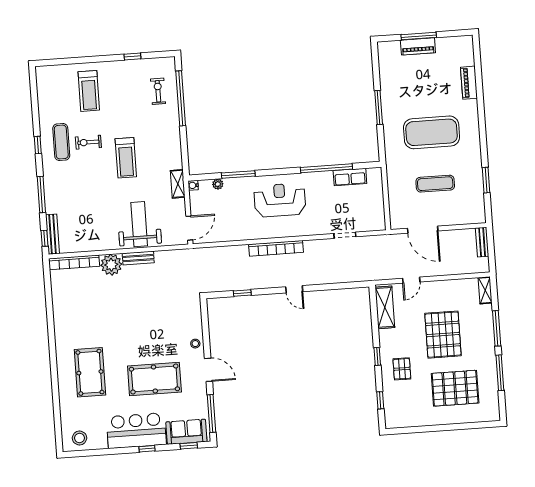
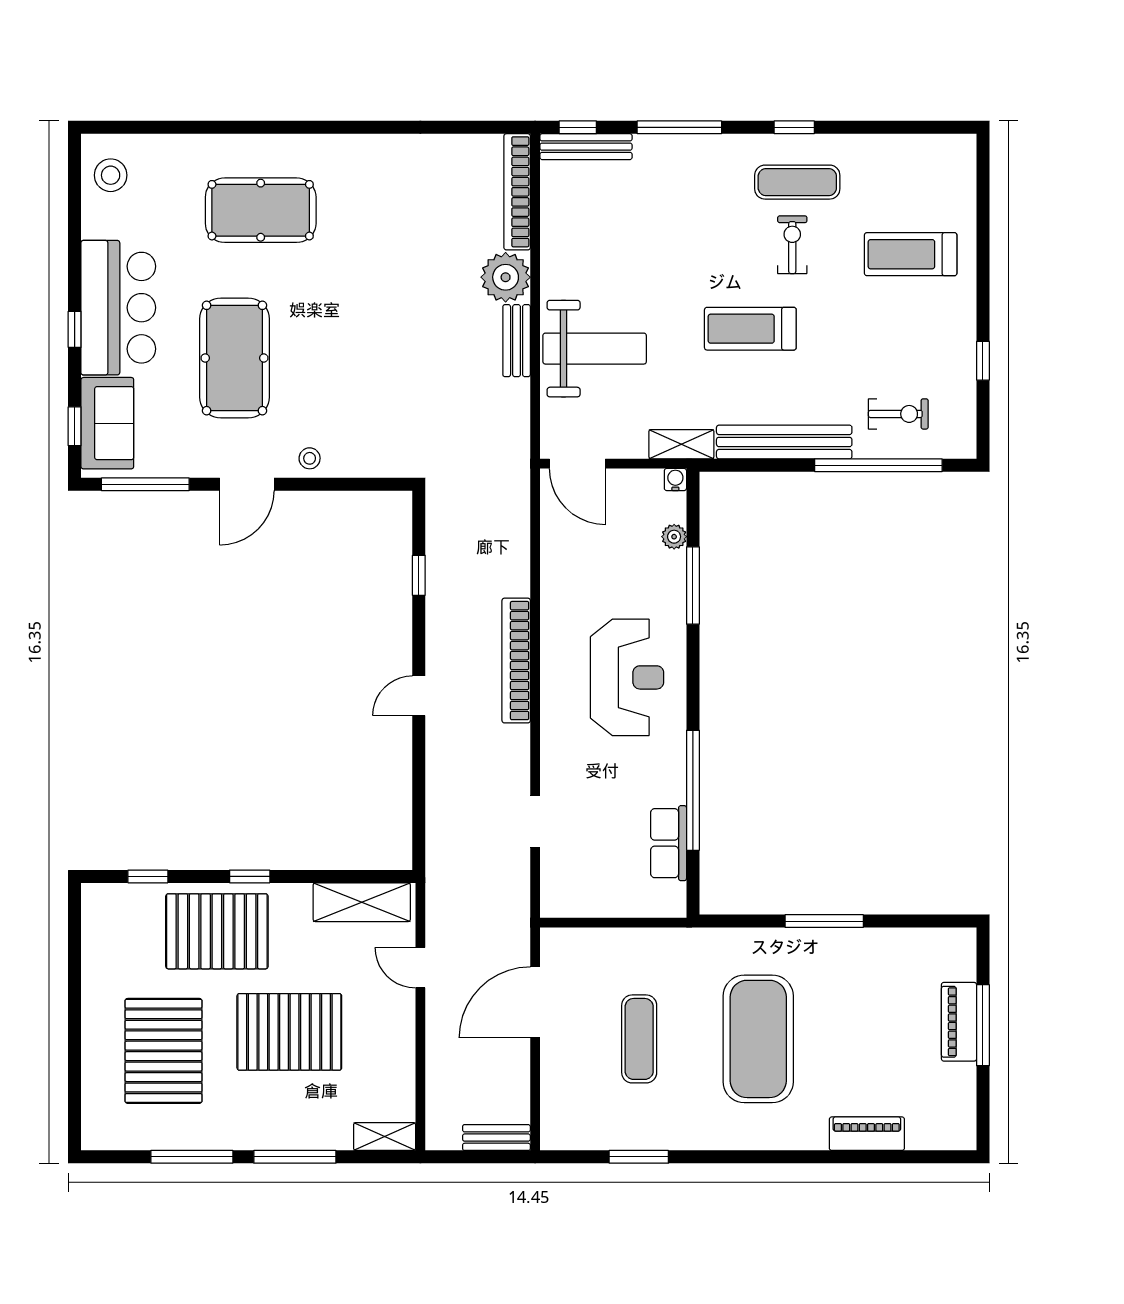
bench: (174, 140) -> (784, 442), added
pallet: (402, 369) -> (217, 931), width x2.05, depth x2.00

